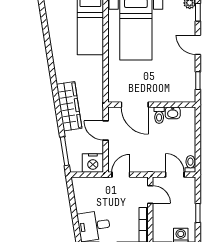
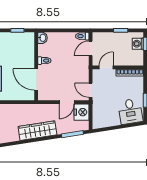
door: (135, 105) -> (36, 80), swing flipped
washbasin: (173, 113) -> (43, 38), moved
door: (106, 130) -> (67, 102), moved

